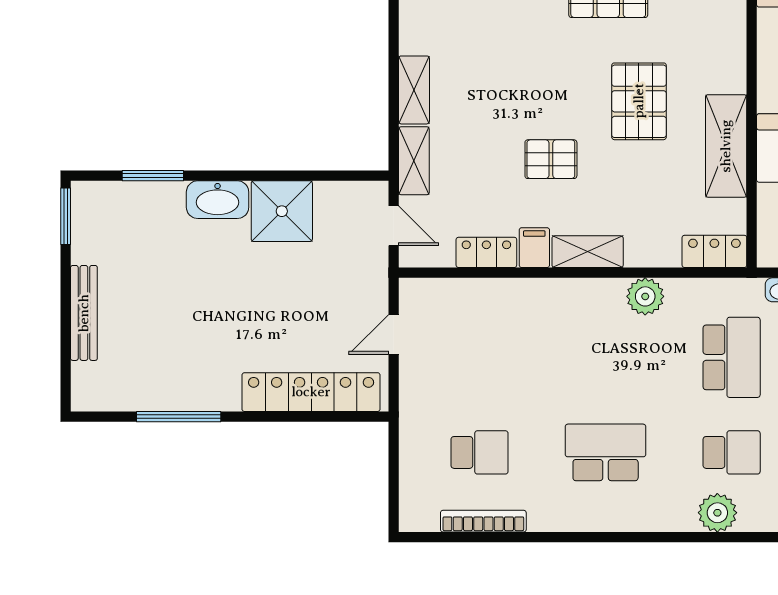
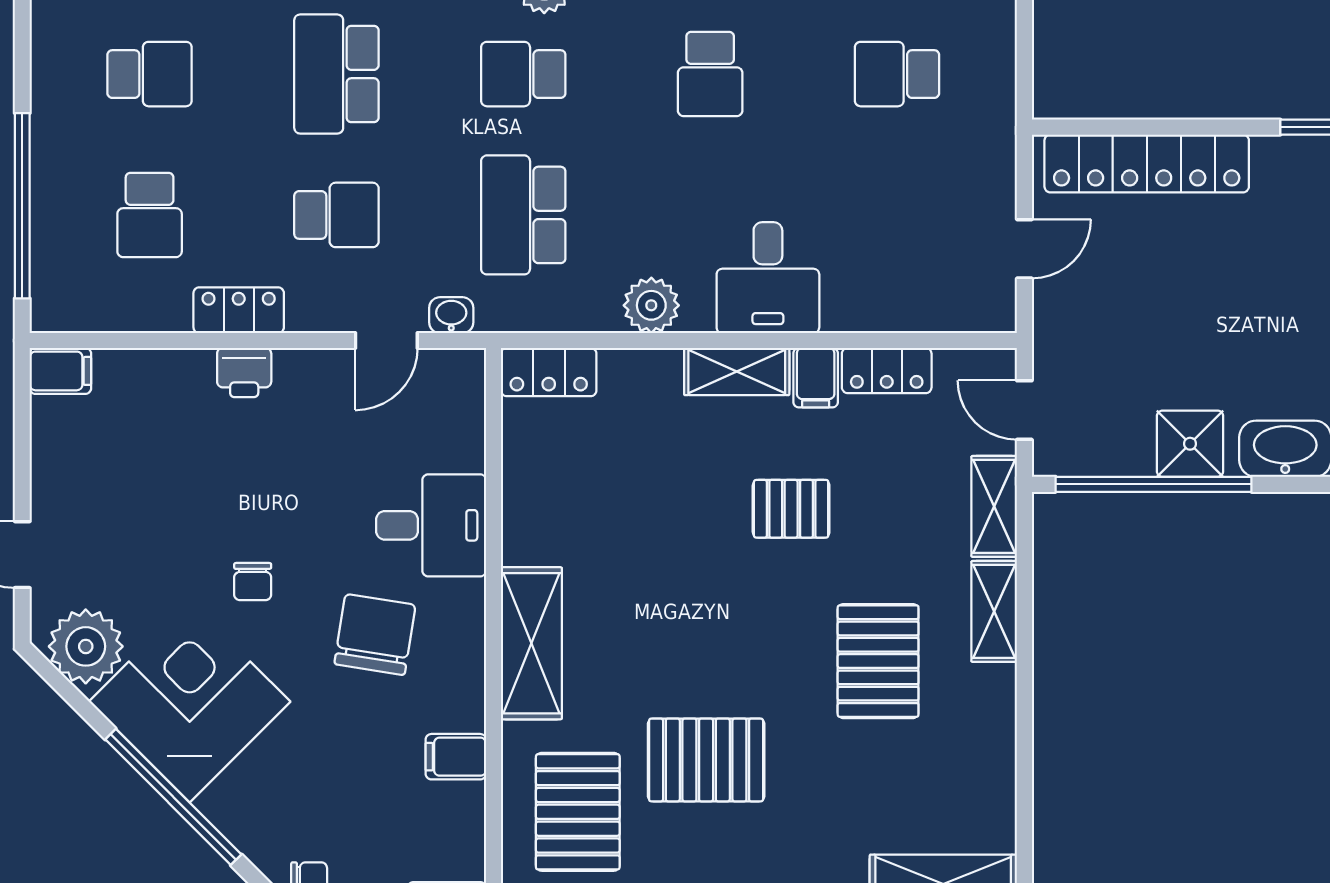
pallet: (639, 101) -> (878, 661), moved
shelving: (726, 146) -> (531, 643), moved
window: (306, 176) -> (1153, 484), added
shower: (282, 211) -> (1190, 444), width x0.73, depth x0.73
desk: (567, 315) -> (768, 278), added
school desk: (606, 452) -> (710, 74), width x0.54

